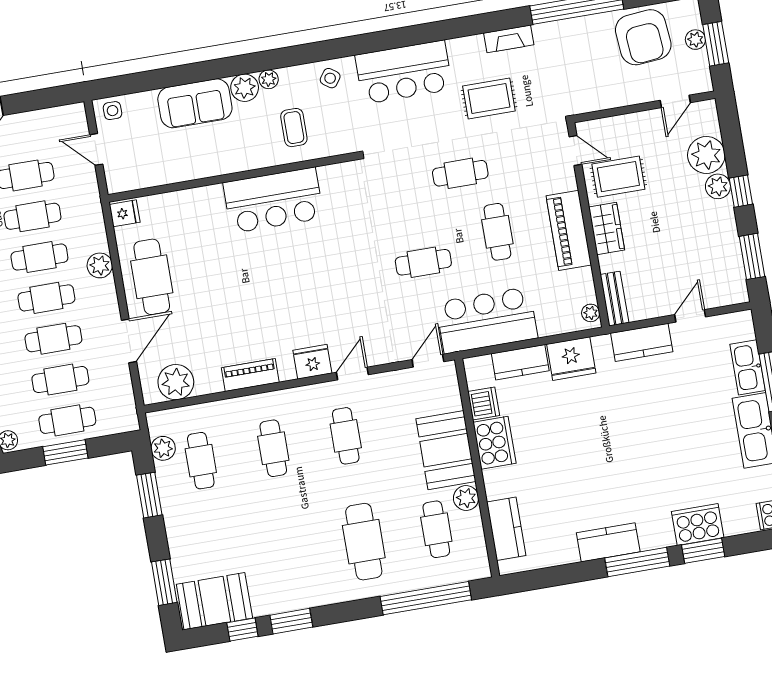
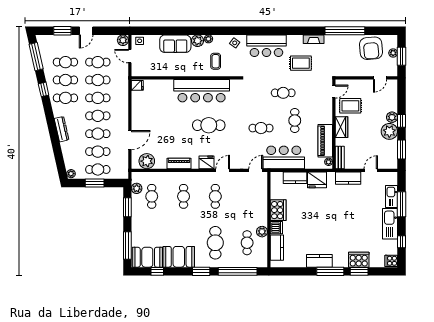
door: (575, 151) -> (334, 92), hinge flipped
plant: (706, 155) -> (389, 131), moved
bar counter: (273, 200) -> (202, 91), width x1.36
piano: (569, 230) -> (325, 141), moved
plant: (100, 265) -> (123, 40), moved
cafe table: (152, 277) -> (209, 125), moved, turned 90
dishwasher: (484, 403) -> (276, 228), moved
booth: (446, 450) -> (179, 257), moved, turned 90
window: (164, 582) -> (127, 245), width x1.44
window: (291, 621) -> (201, 271), moved

